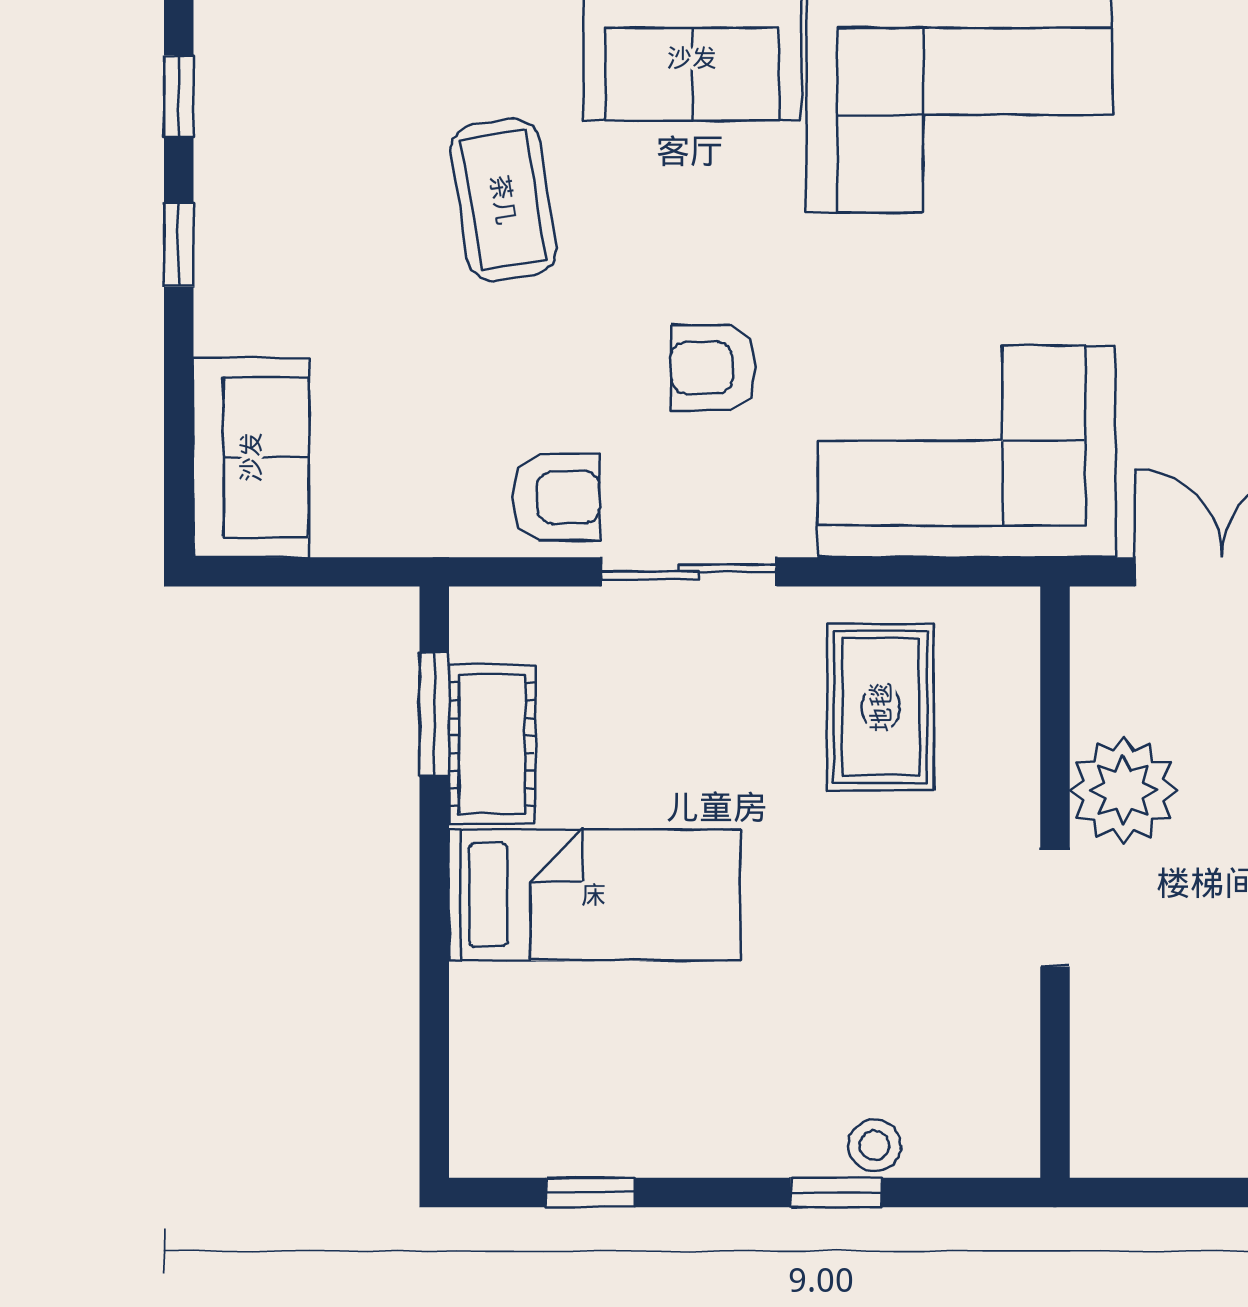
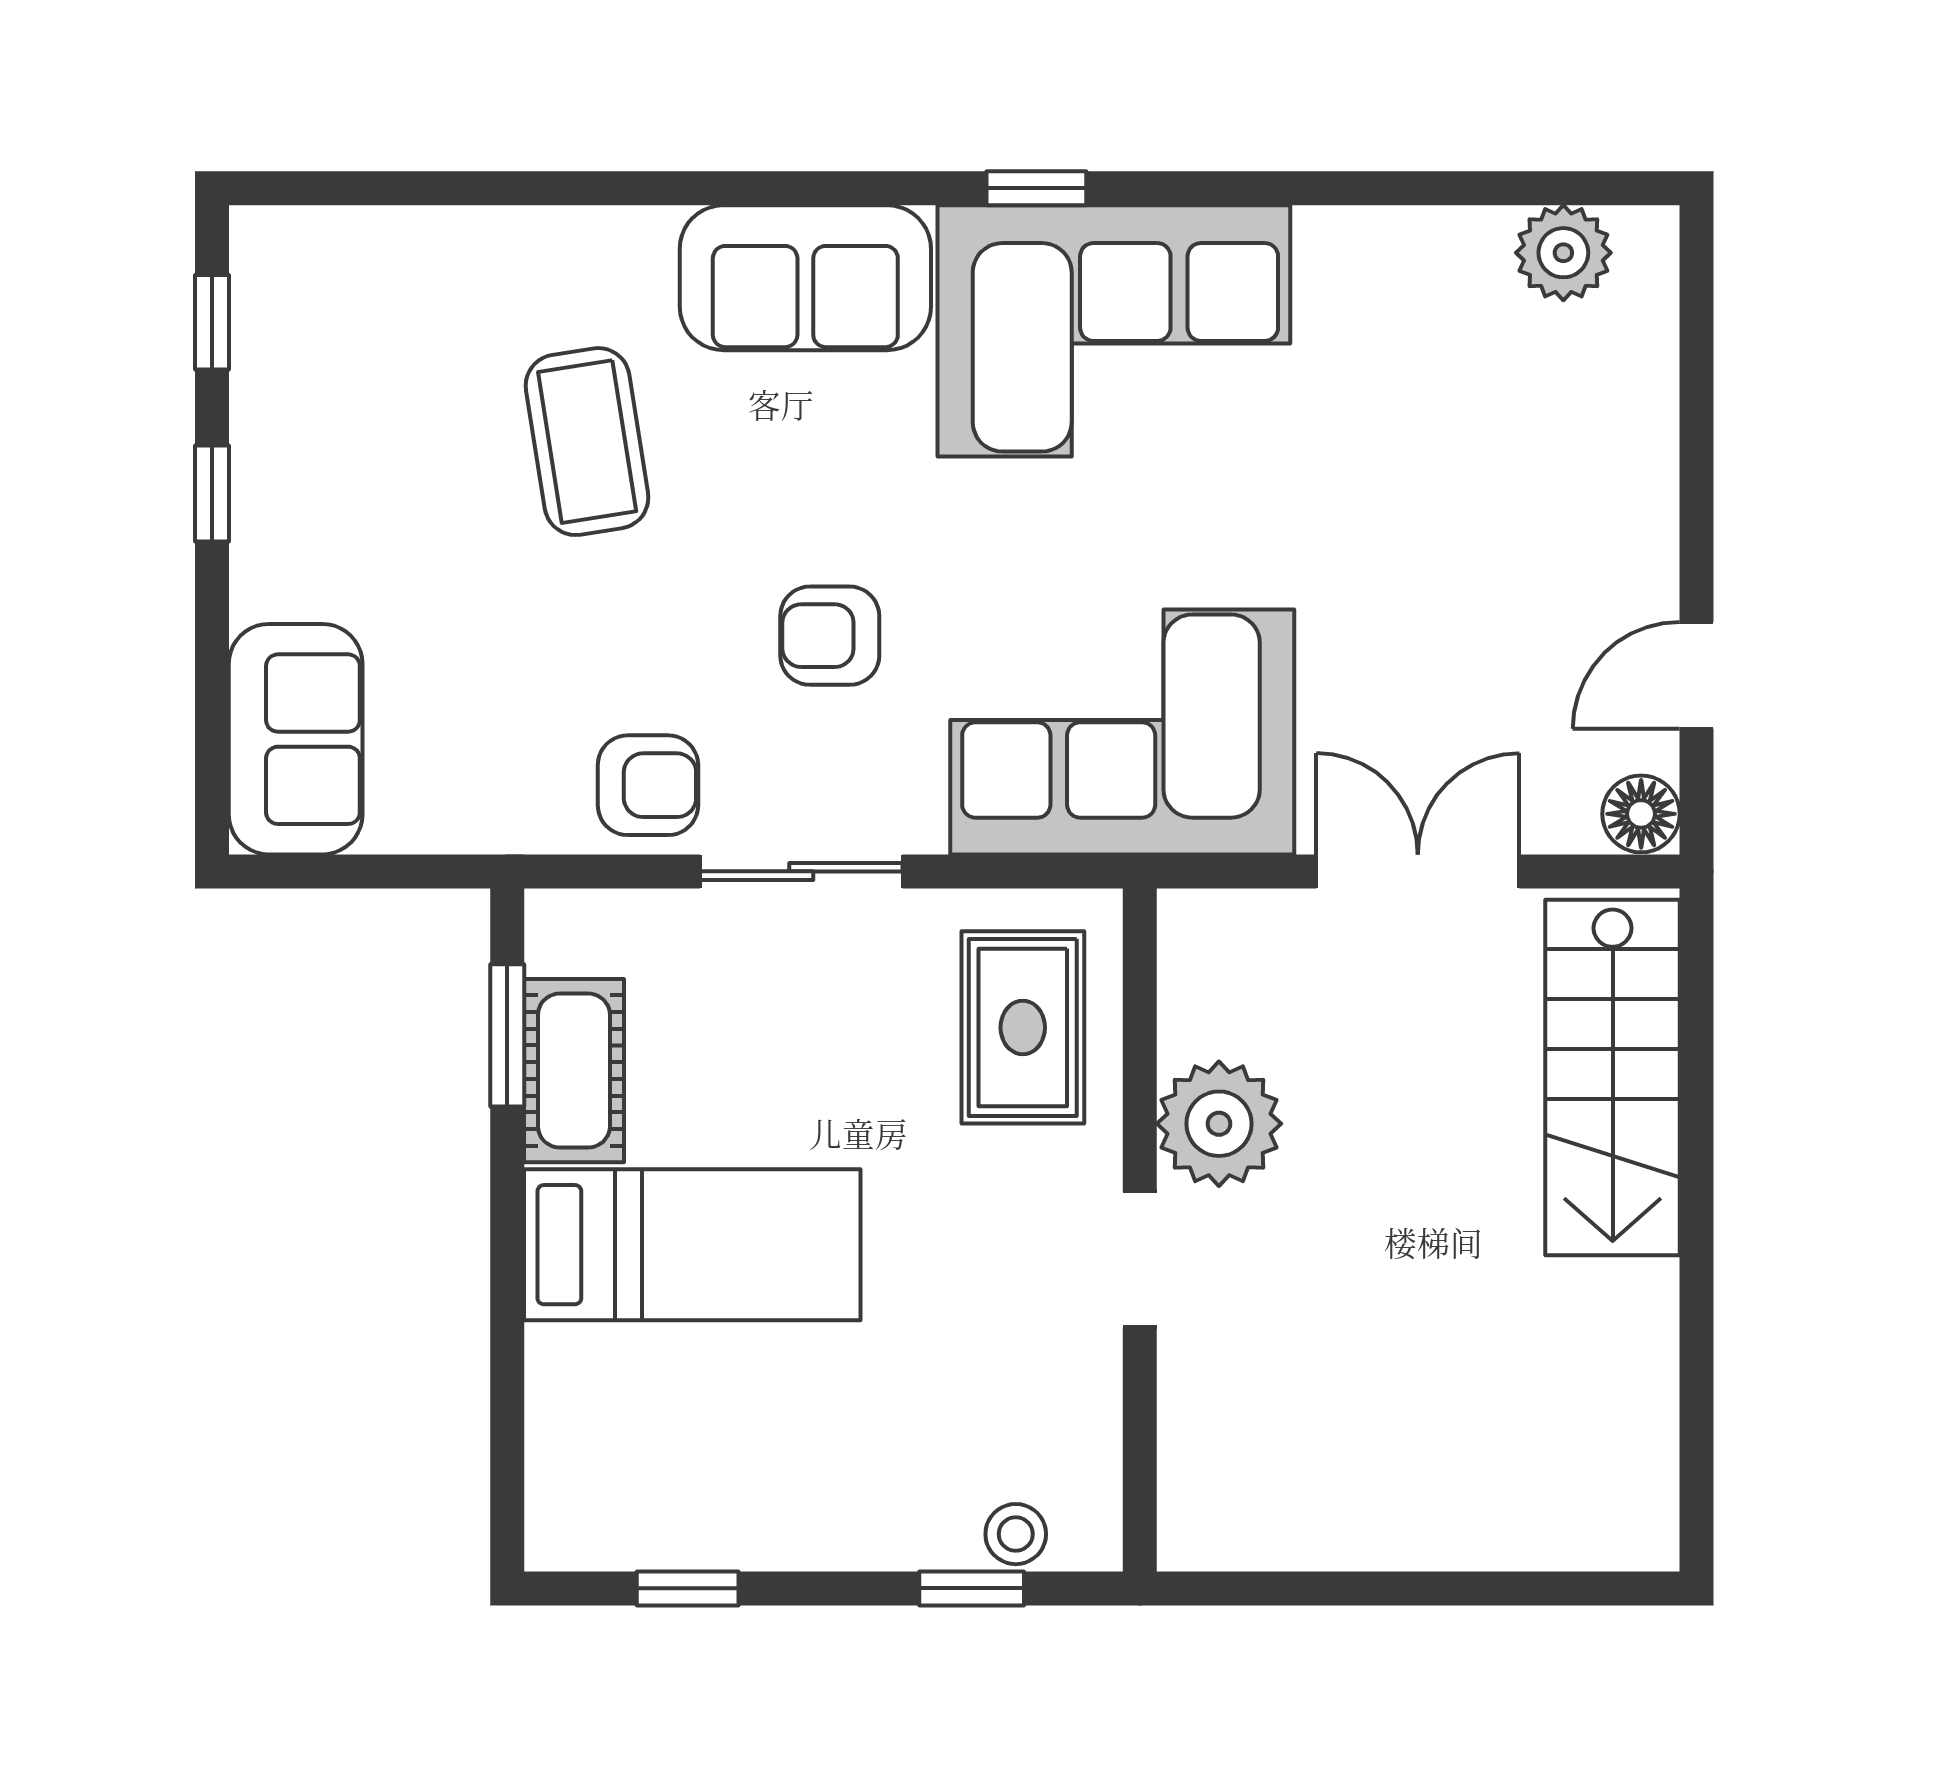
plant: (1123, 790) -> (1219, 1124), moved
wall: (1055, 882) -> (1140, 1230), moved
doorway: (1055, 908) -> (1140, 1259), moved

